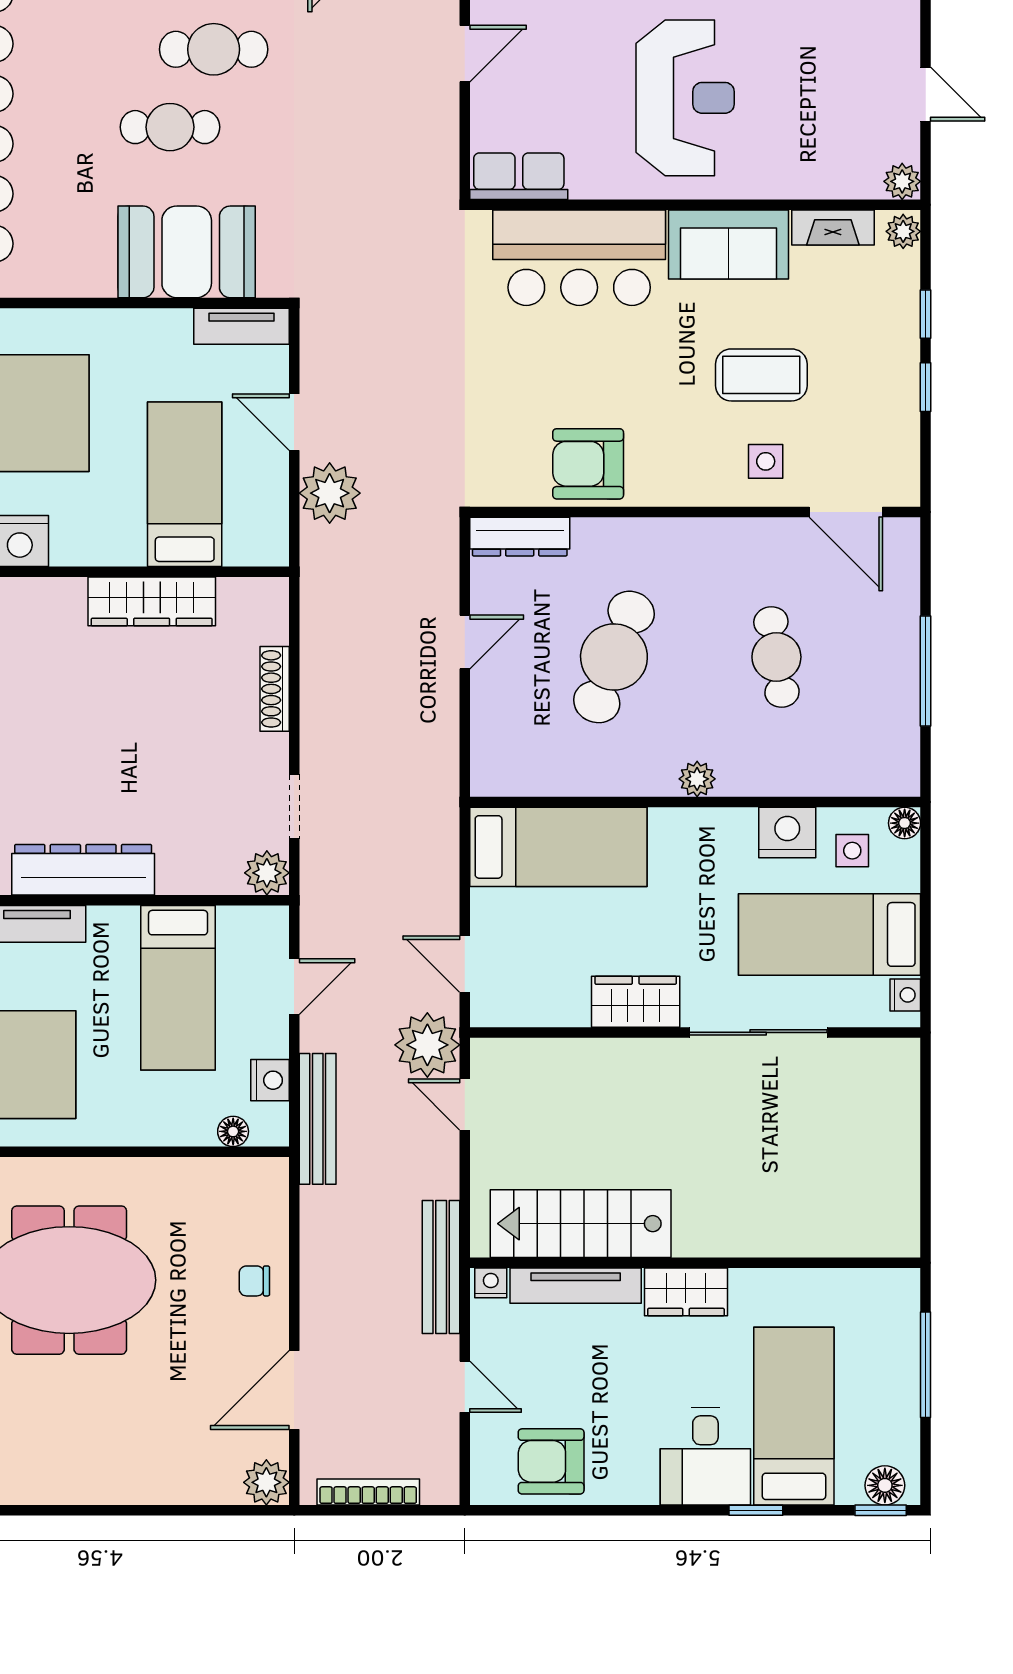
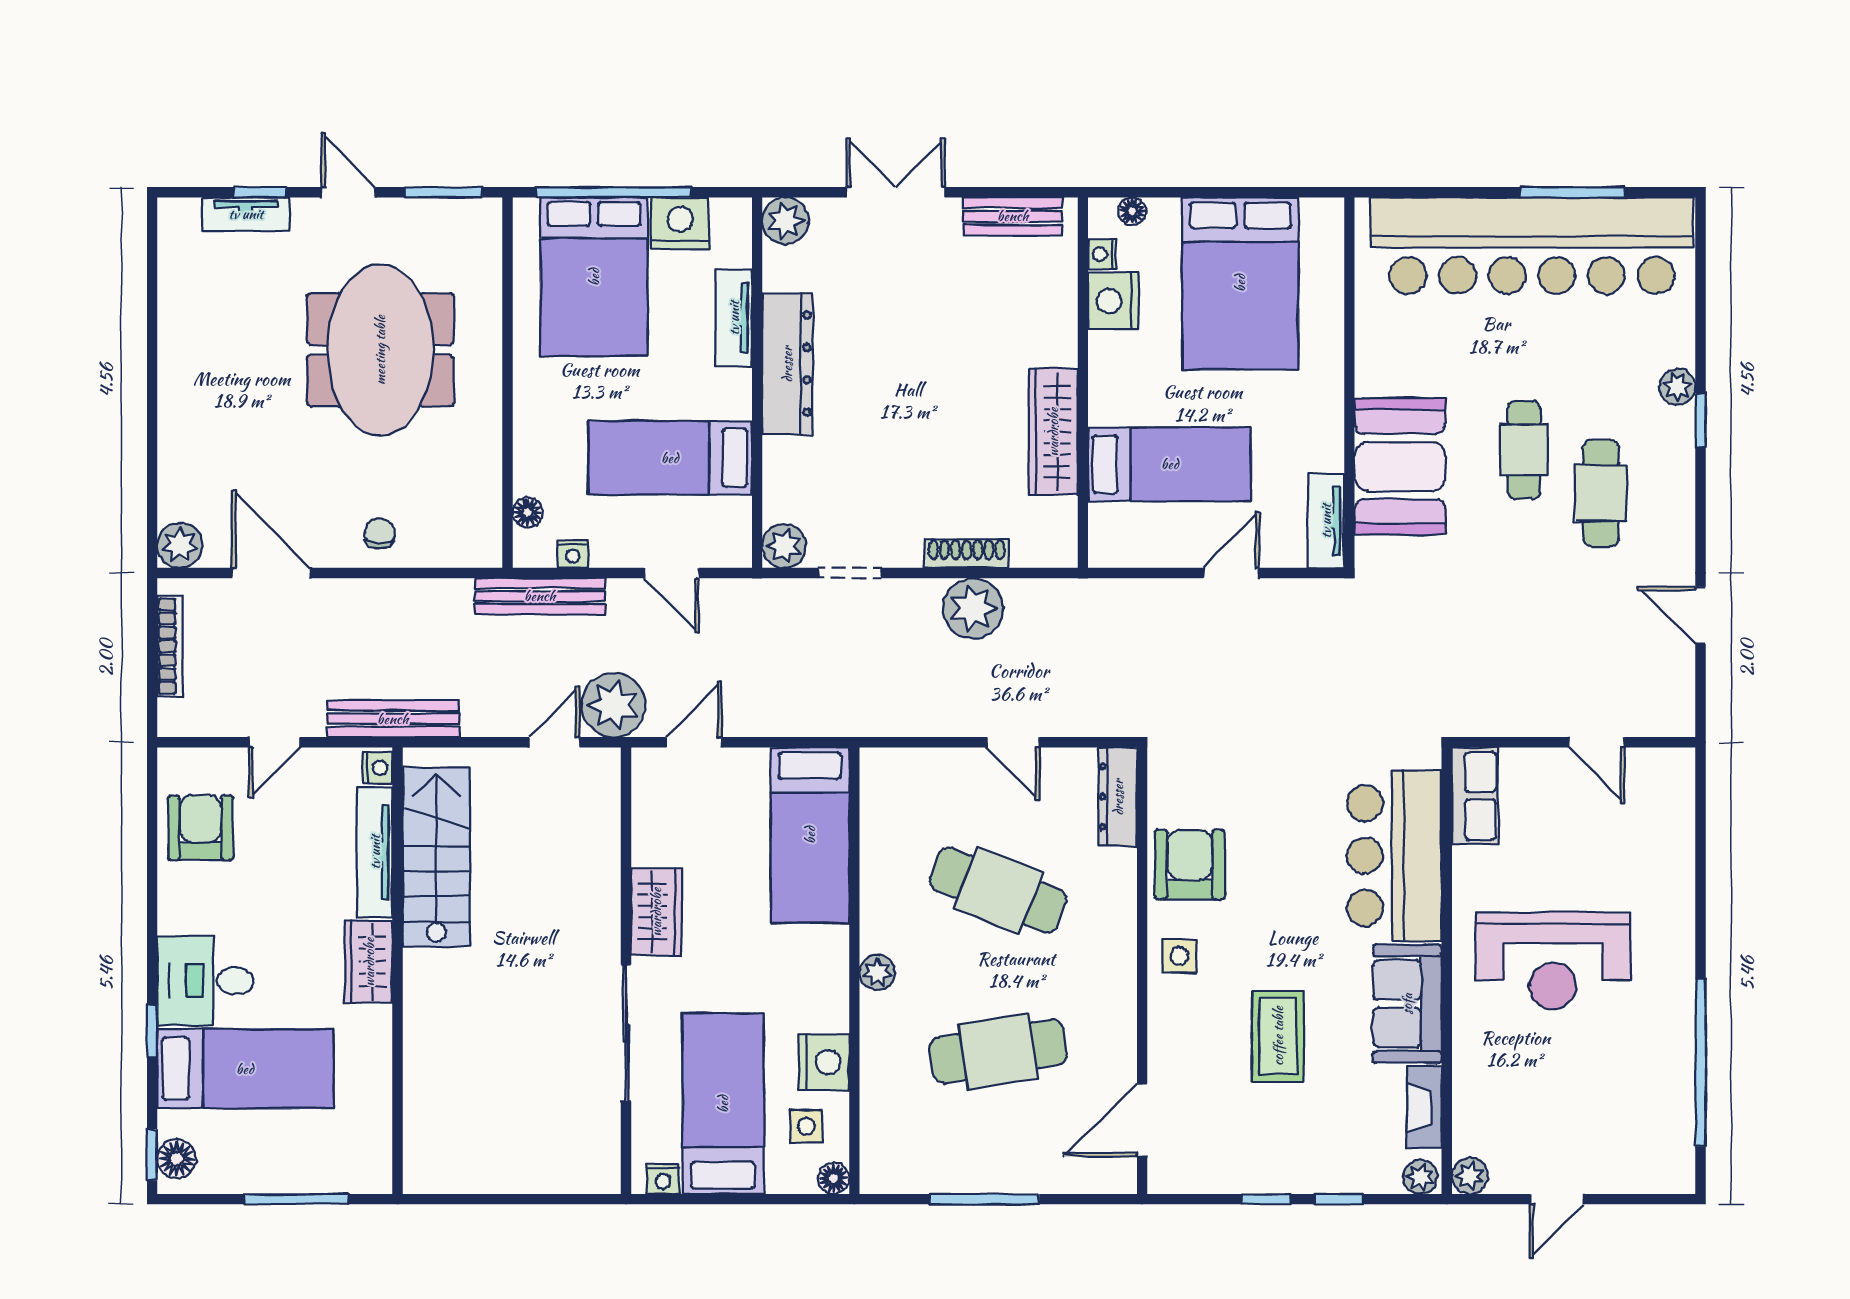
side table: (766, 461) -> (1179, 956), moved
plant: (330, 493) -> (973, 608), moved
cafe table: (776, 657) -> (998, 1051), width x1.37, depth x1.35
nightstand: (270, 1080) -> (573, 554), width x0.72, depth x0.74

